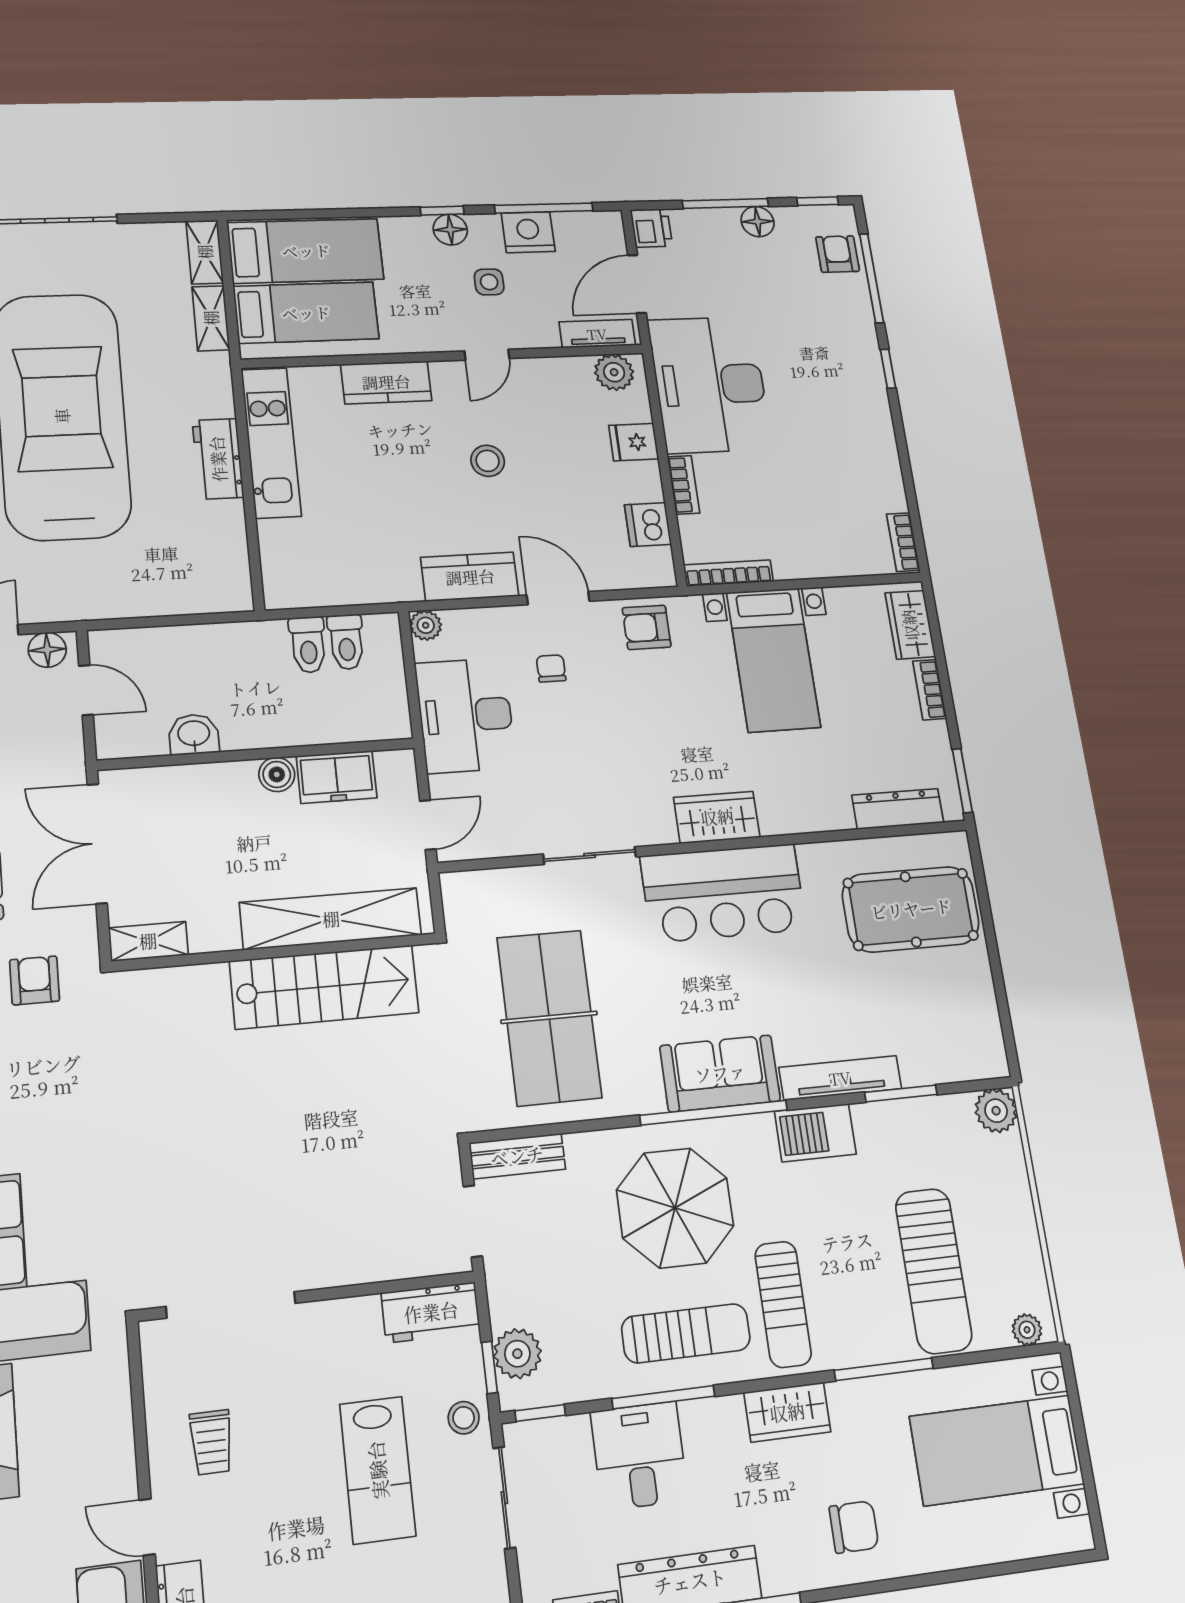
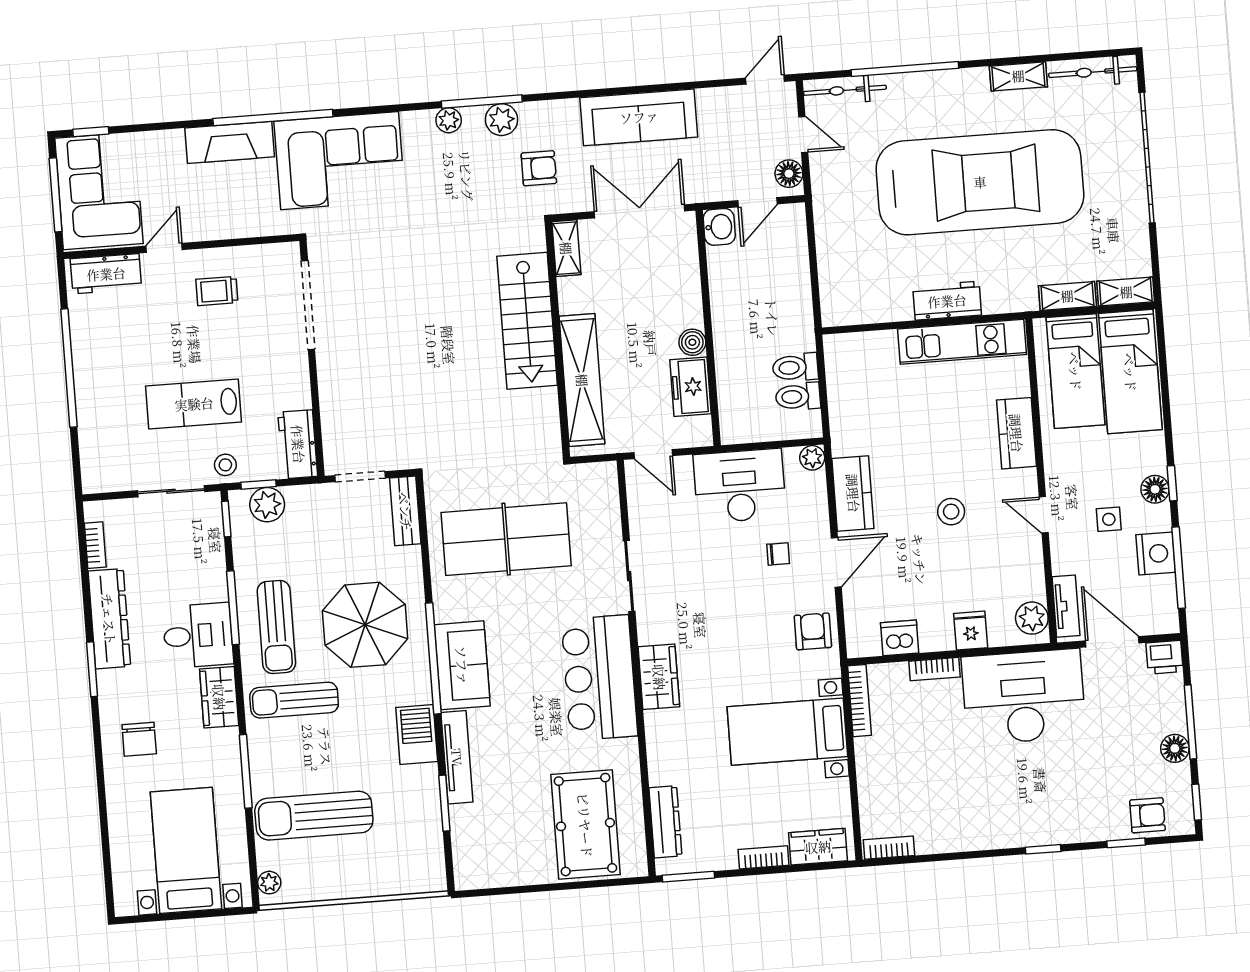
window: (872, 278) -> (1126, 843), width x0.46
washbasin: (194, 734) -> (719, 227), moved
stairs: (324, 987) -> (527, 321), moved
plant: (996, 1111) -> (430, 876), removed
desk: (639, 1456) -> (198, 635), moved

